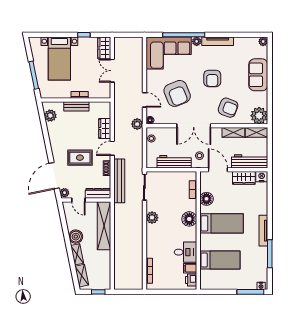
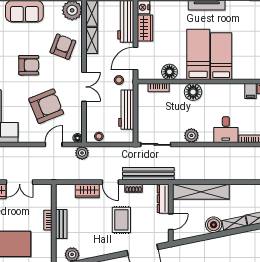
double door: (194, 126) -> (84, 87), width x0.73
plant: (64, 193) -> (162, 238), removed
desk: (185, 252) -> (226, 130), moved, turned 180
bed: (220, 260) -> (221, 56), moved

